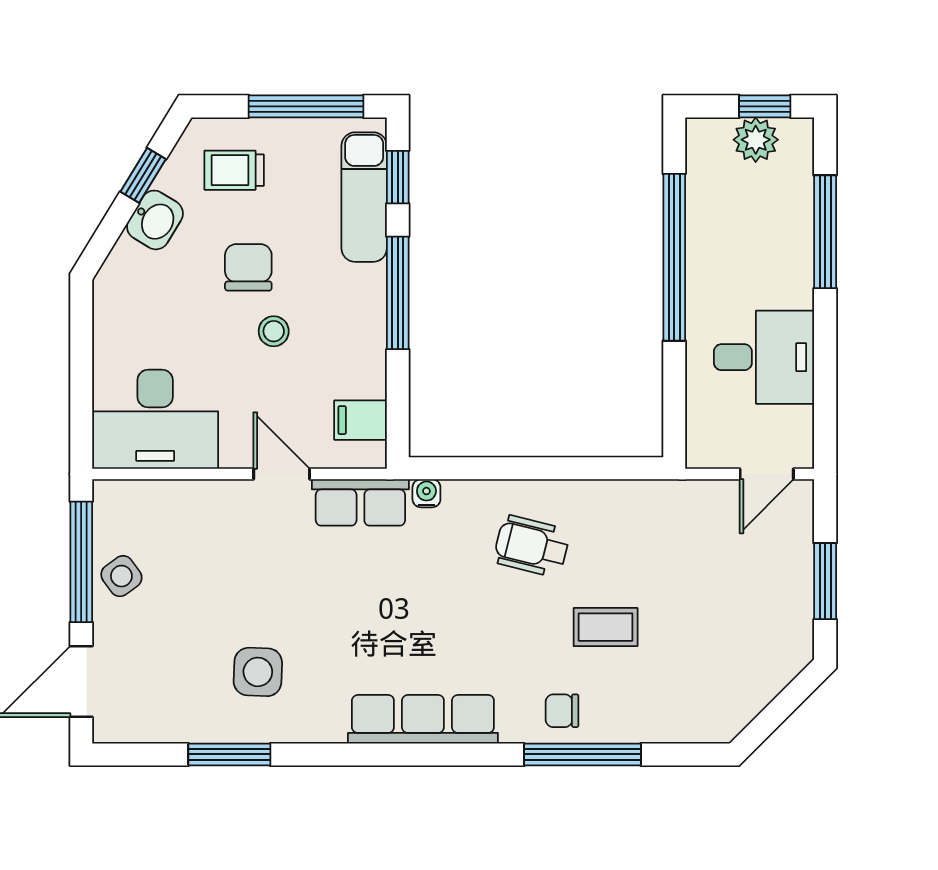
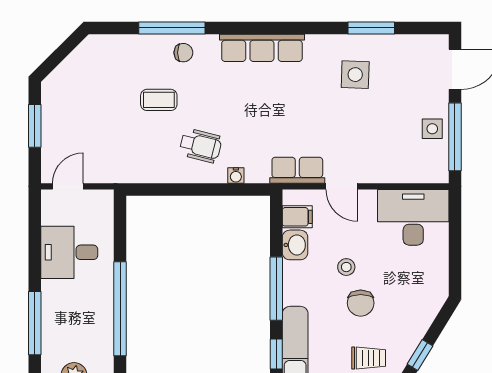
washbasin: (155, 220) -> (295, 245), moved, turned 149
water cooler: (426, 493) -> (236, 175), moved
side table: (121, 576) -> (432, 129), turned 36

